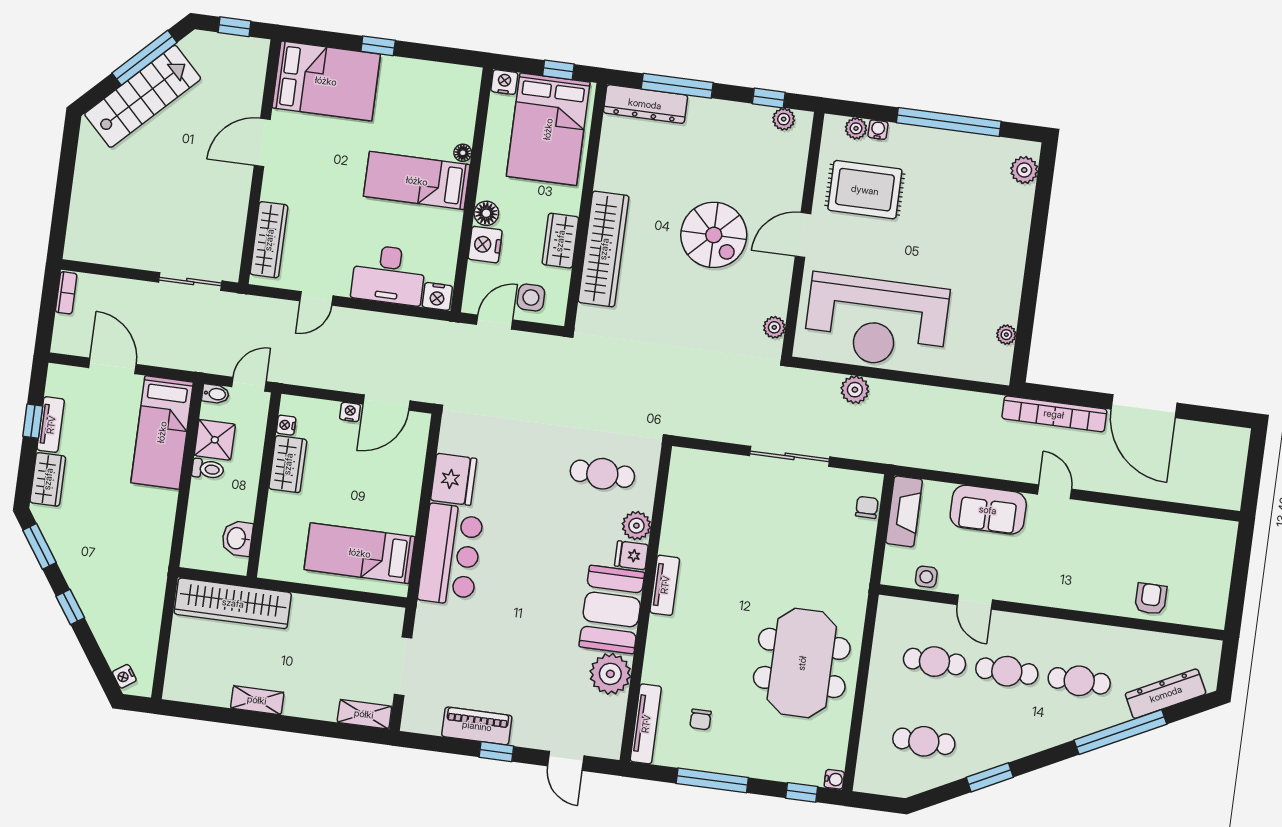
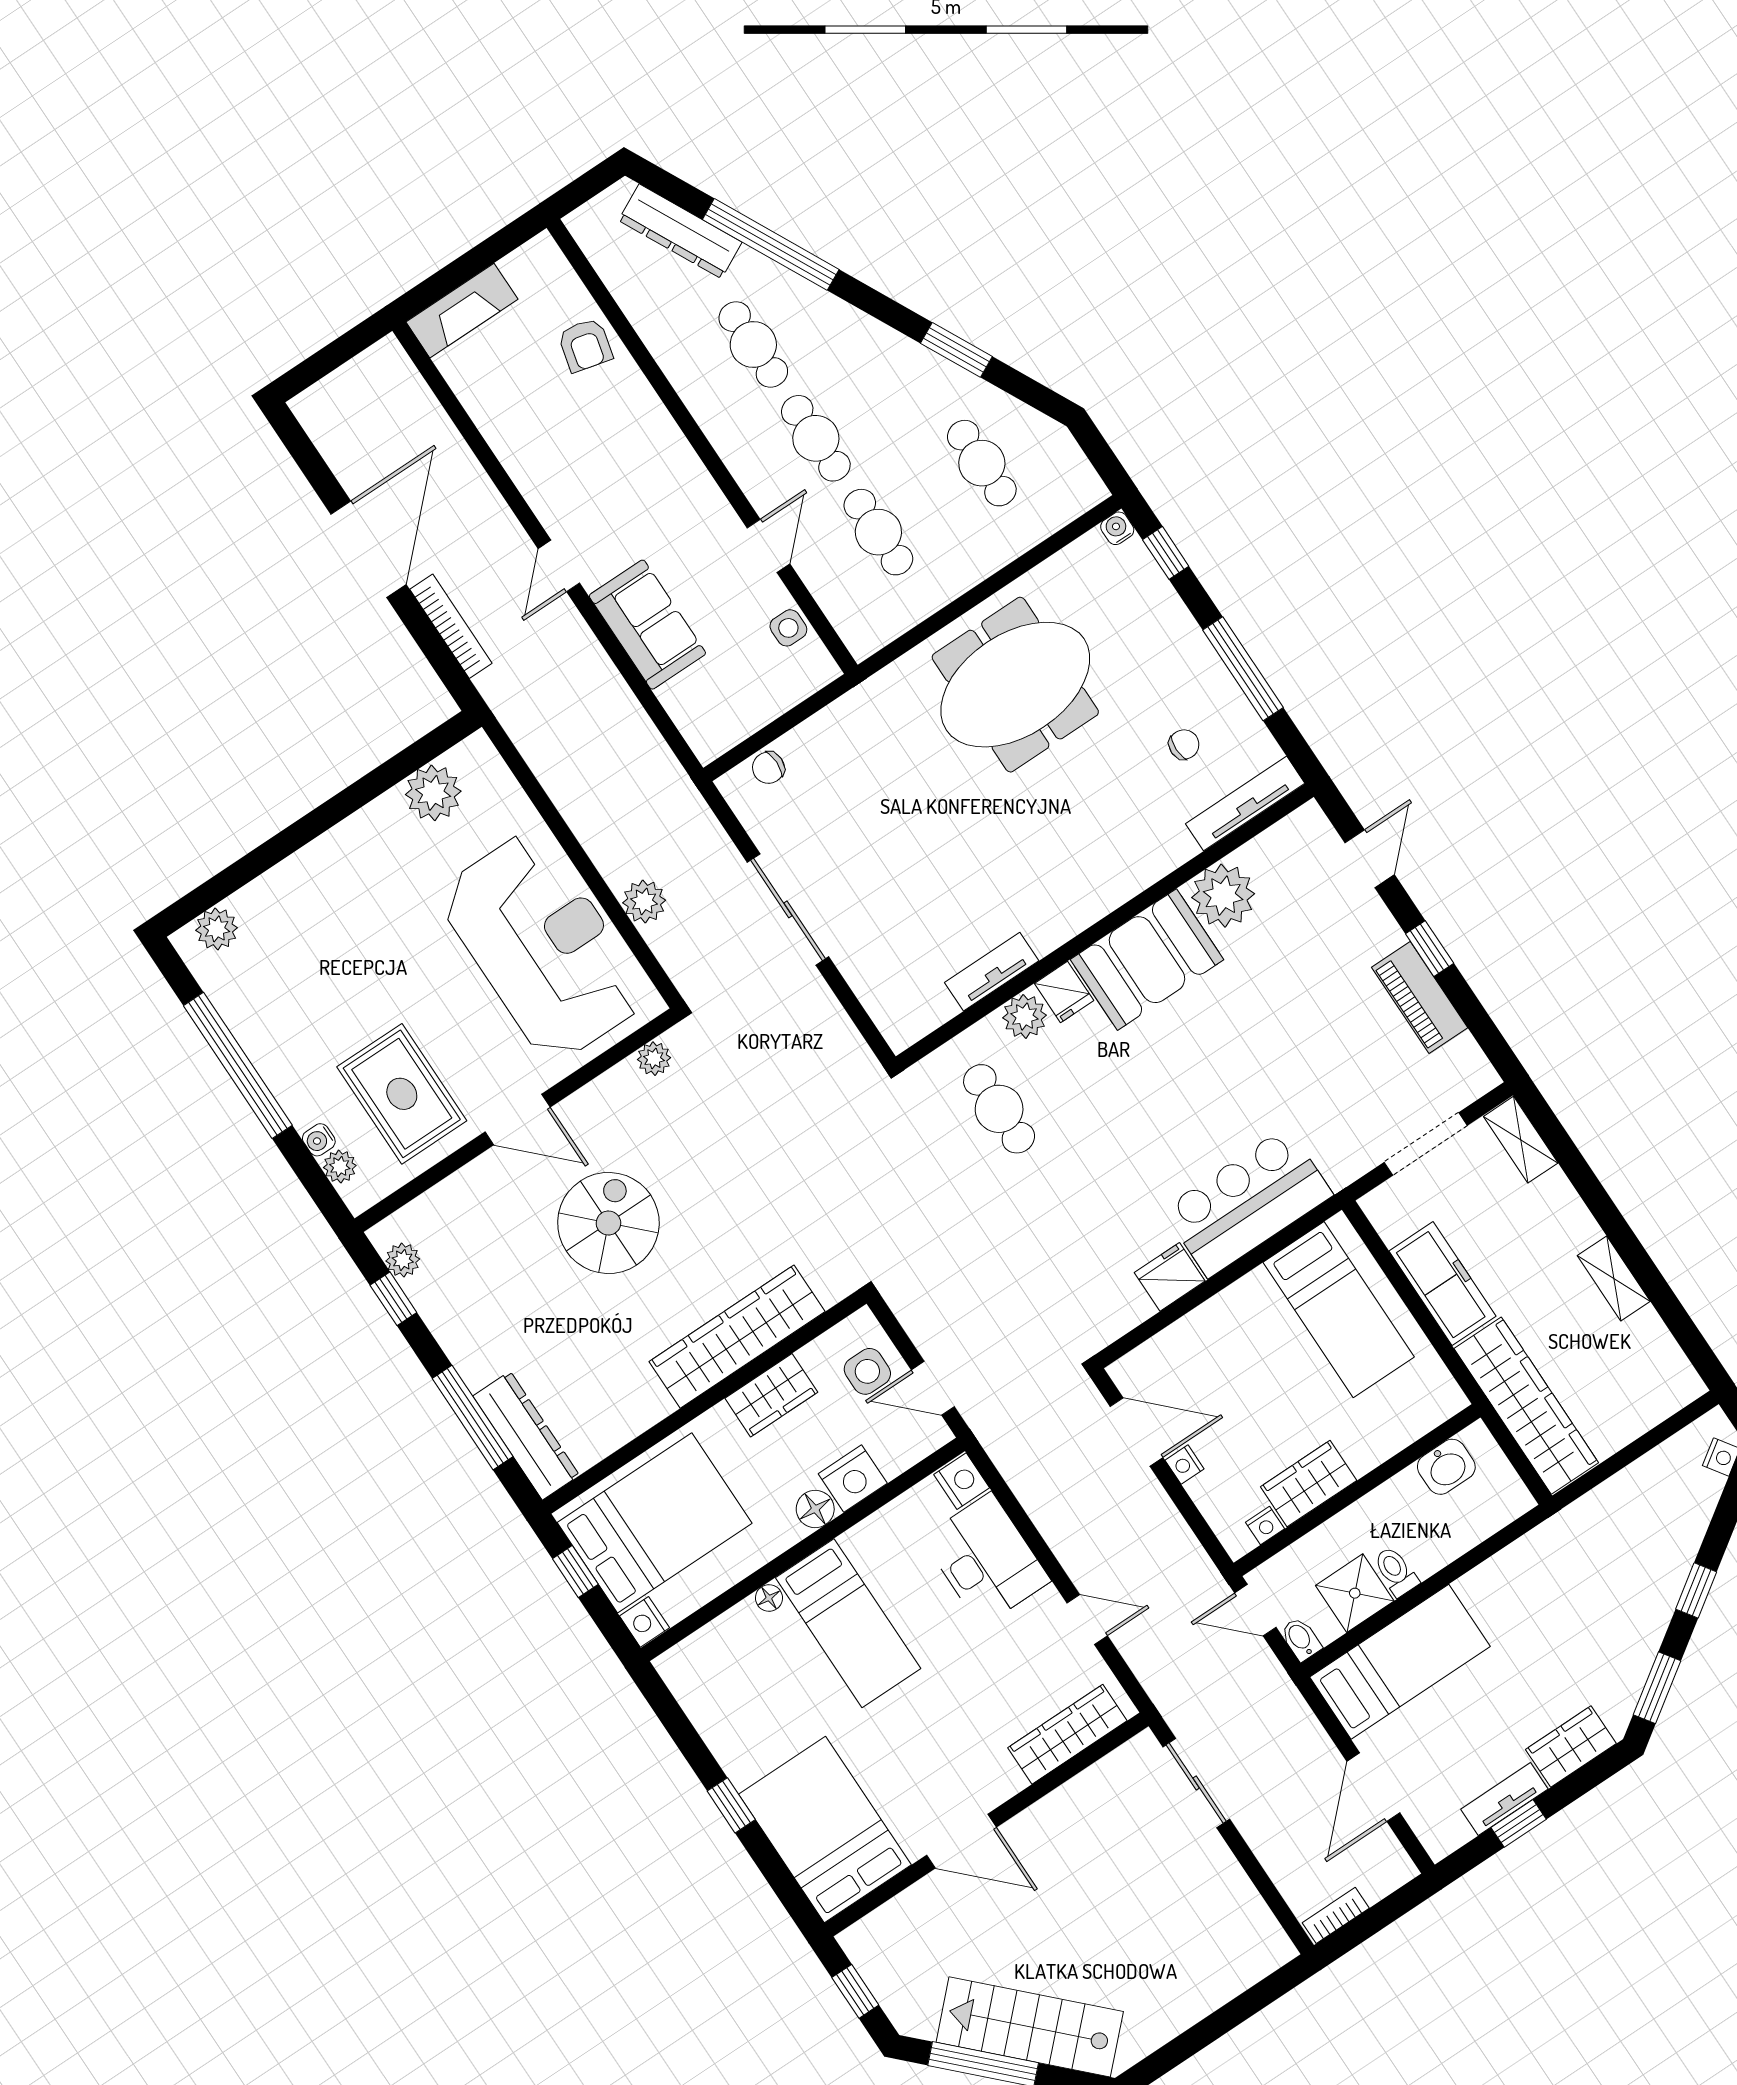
plant: (1006, 335) -> (433, 793), width x1.88, depth x1.88
bookcase: (1054, 414) -> (451, 626), width x0.68, depth x0.76
fridge: (454, 479) -> (1170, 1277), width x0.73, depth x0.75
fireplace: (904, 511) -> (462, 311), moved, turned 180
tv unit: (665, 585) -> (992, 972), moved
armchair: (1151, 599) -> (585, 345), turned -76
freezer: (328, 615) -> (1442, 1284), added

